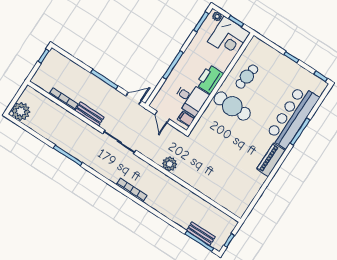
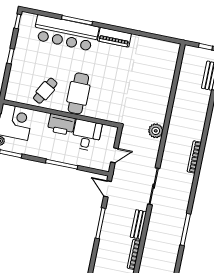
cafe table: (247, 77) -> (45, 91), turned -69
filing cabinet: (186, 119) -> (107, 132), removed

